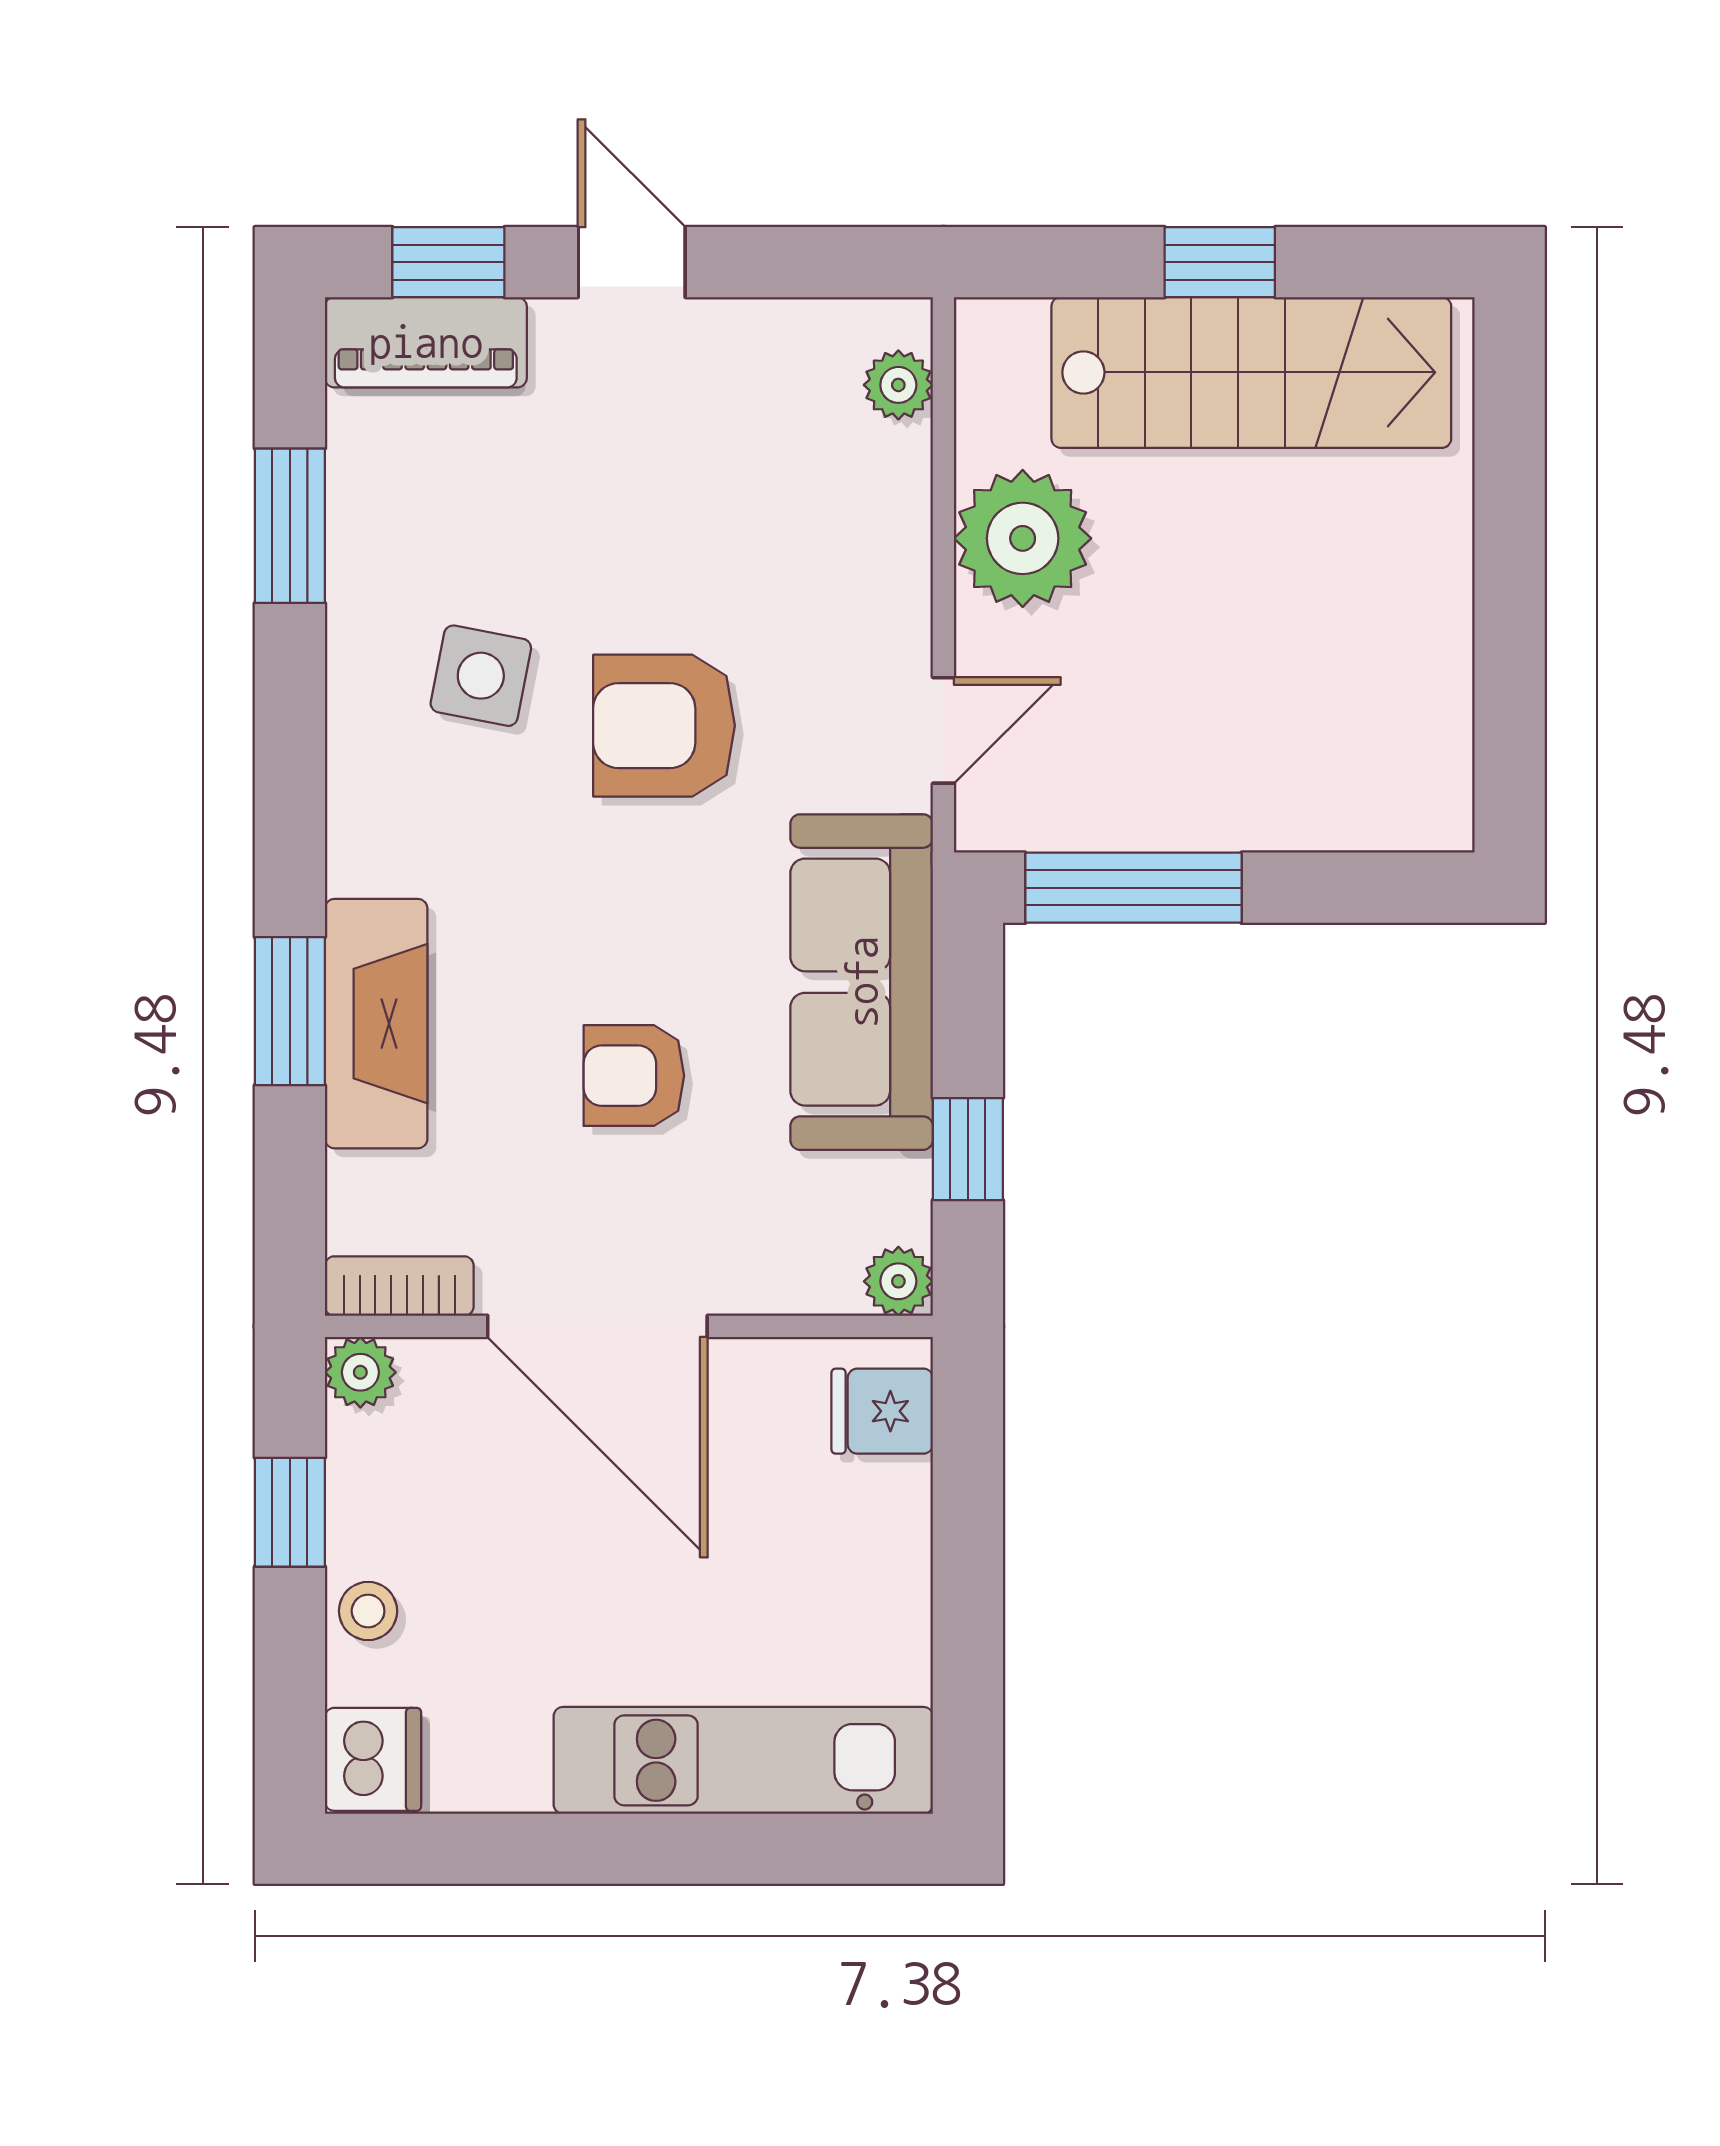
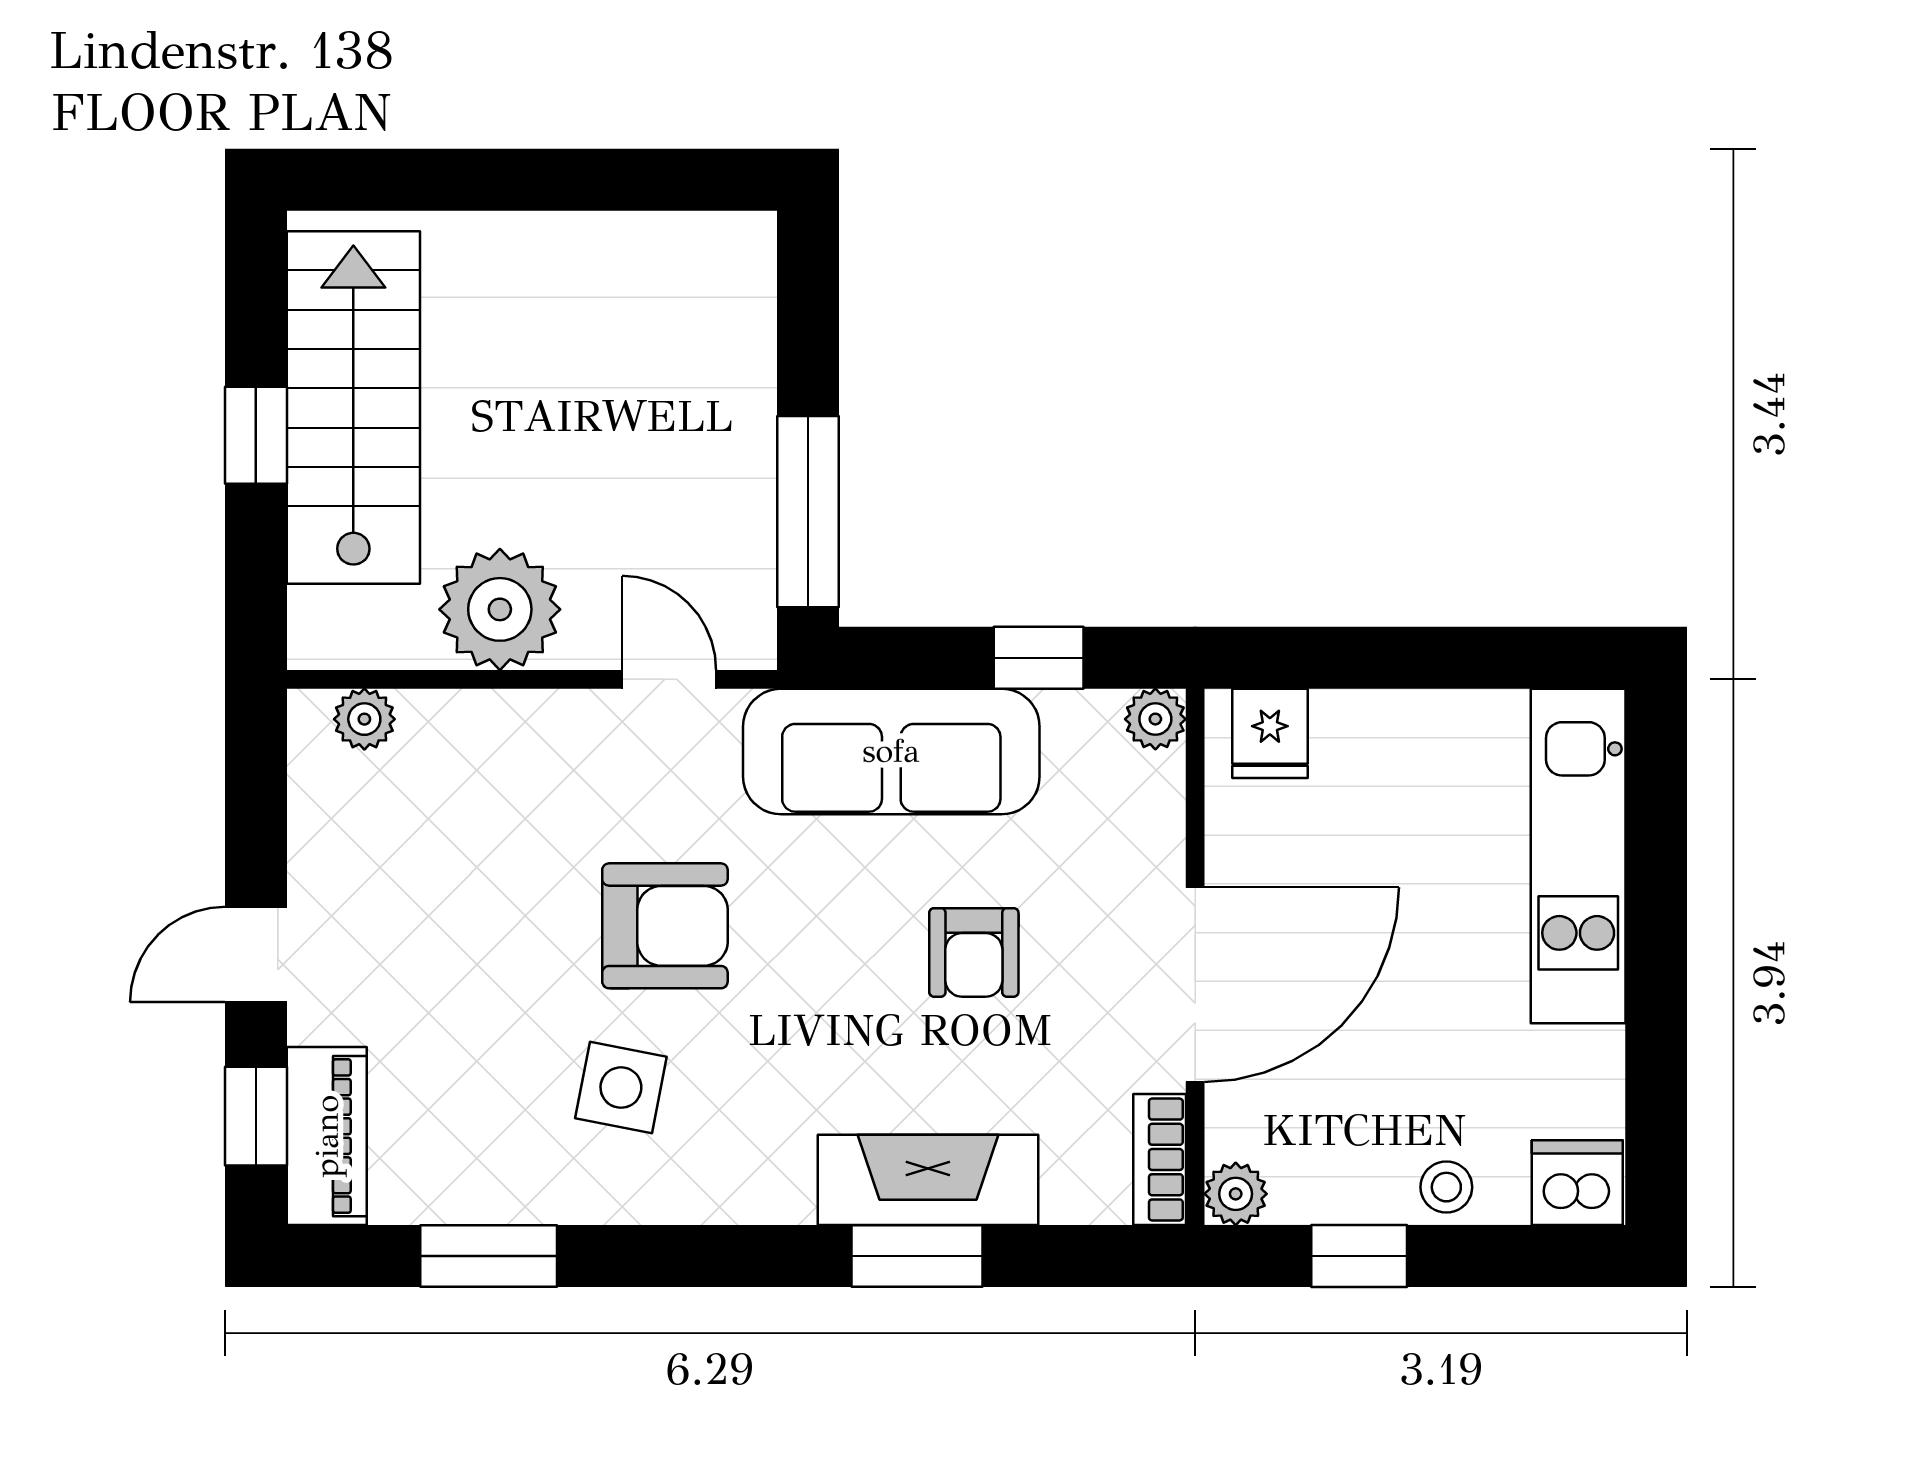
armchair: (664, 726) -> (665, 926), turned -90

